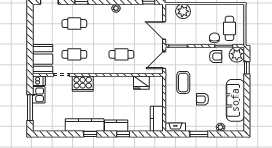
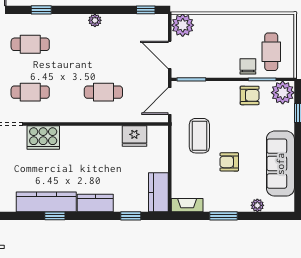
plant: (183, 11) -> (183, 25), moved
window: (123, 134) -> (131, 216), moved

